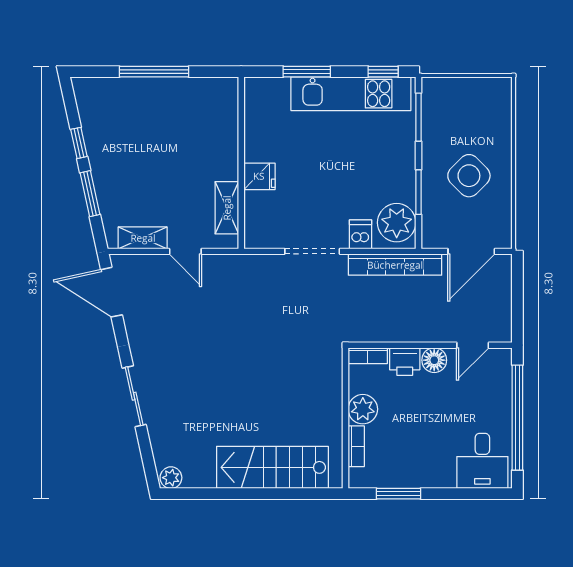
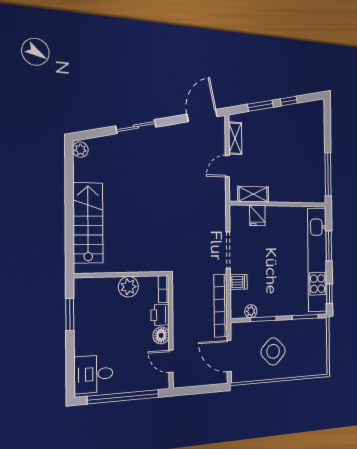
window: (154, 72) -> (328, 174), moved
kitchen unit: (351, 94) -> (317, 260), width x1.36
fridge: (259, 176) -> (257, 216), moved
plant: (397, 223) -> (251, 311), width x0.53, depth x0.53
bookcase: (356, 446) -> (103, 283), removed

